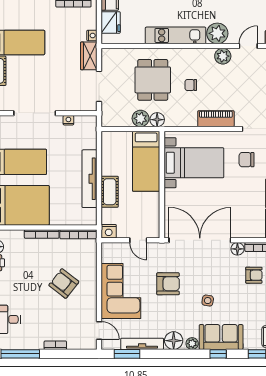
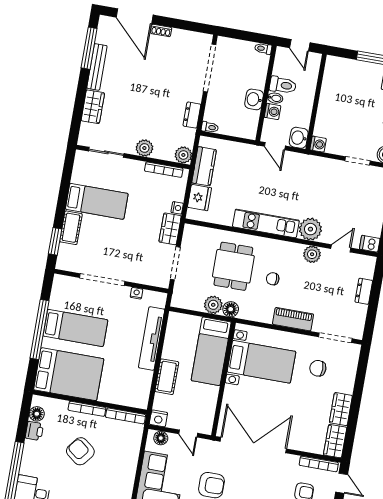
tv unit: (89, 179) -> (152, 339), moved
floor lamp: (237, 249) -> (161, 438), moved
armchair: (64, 284) -> (80, 451), moved

